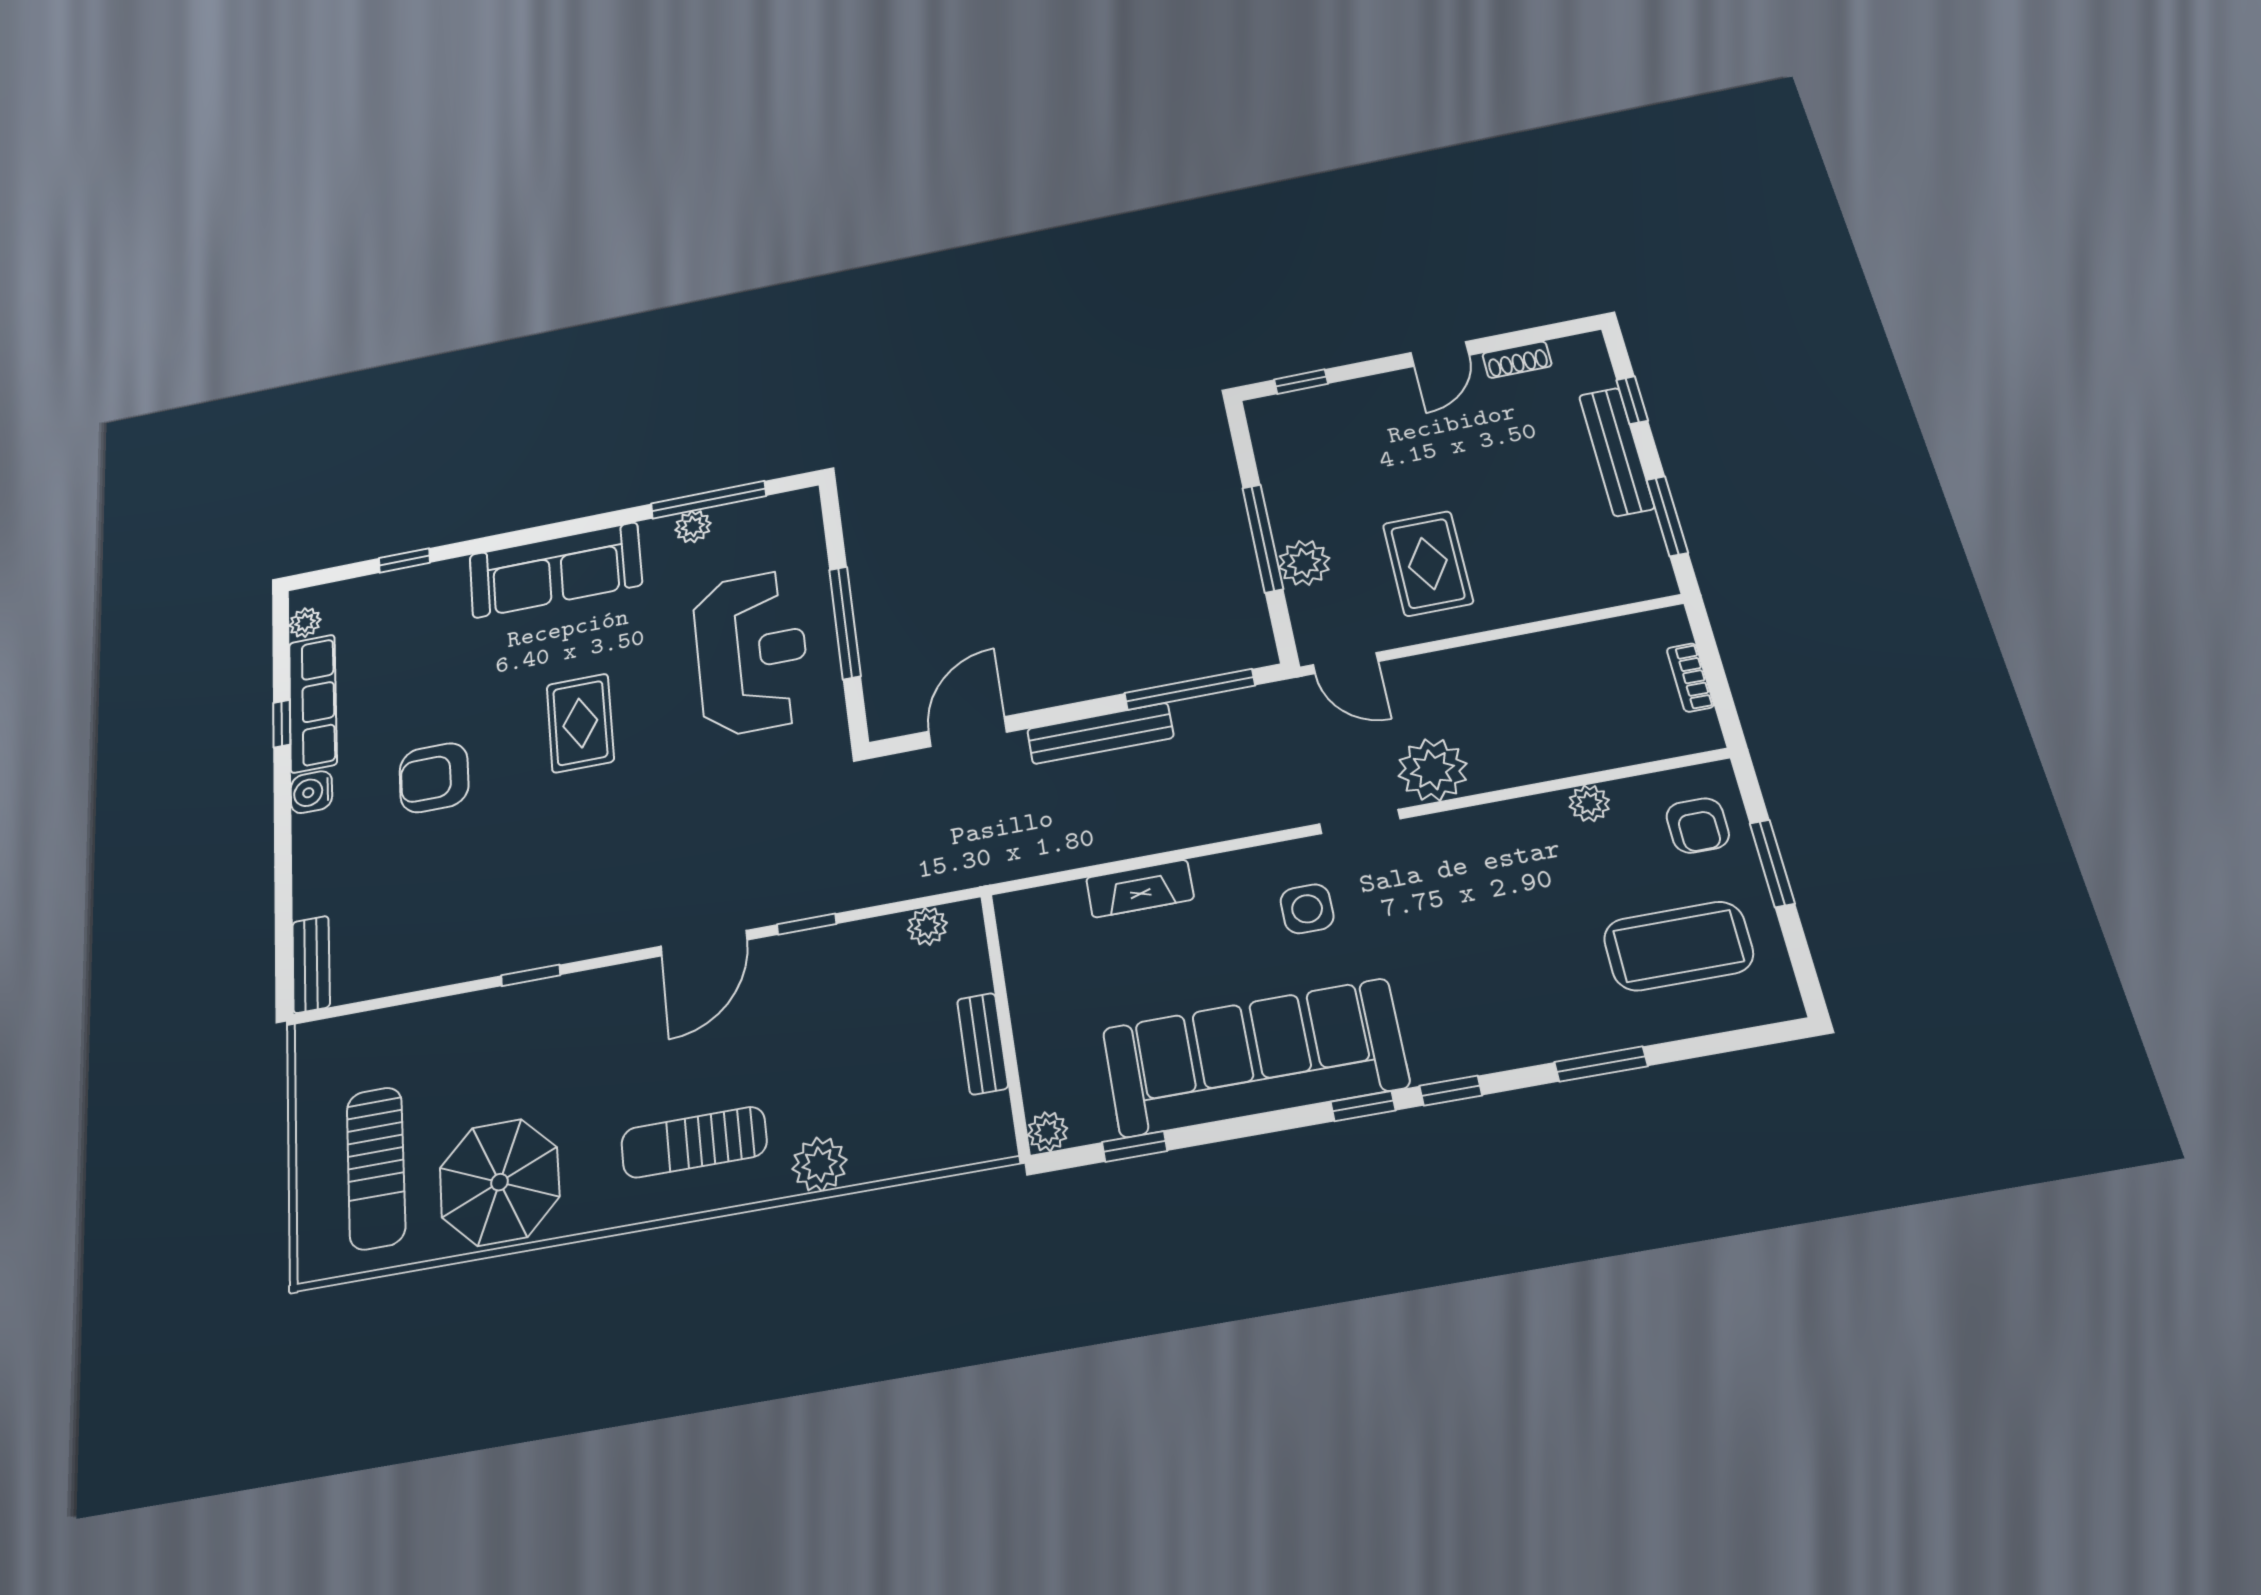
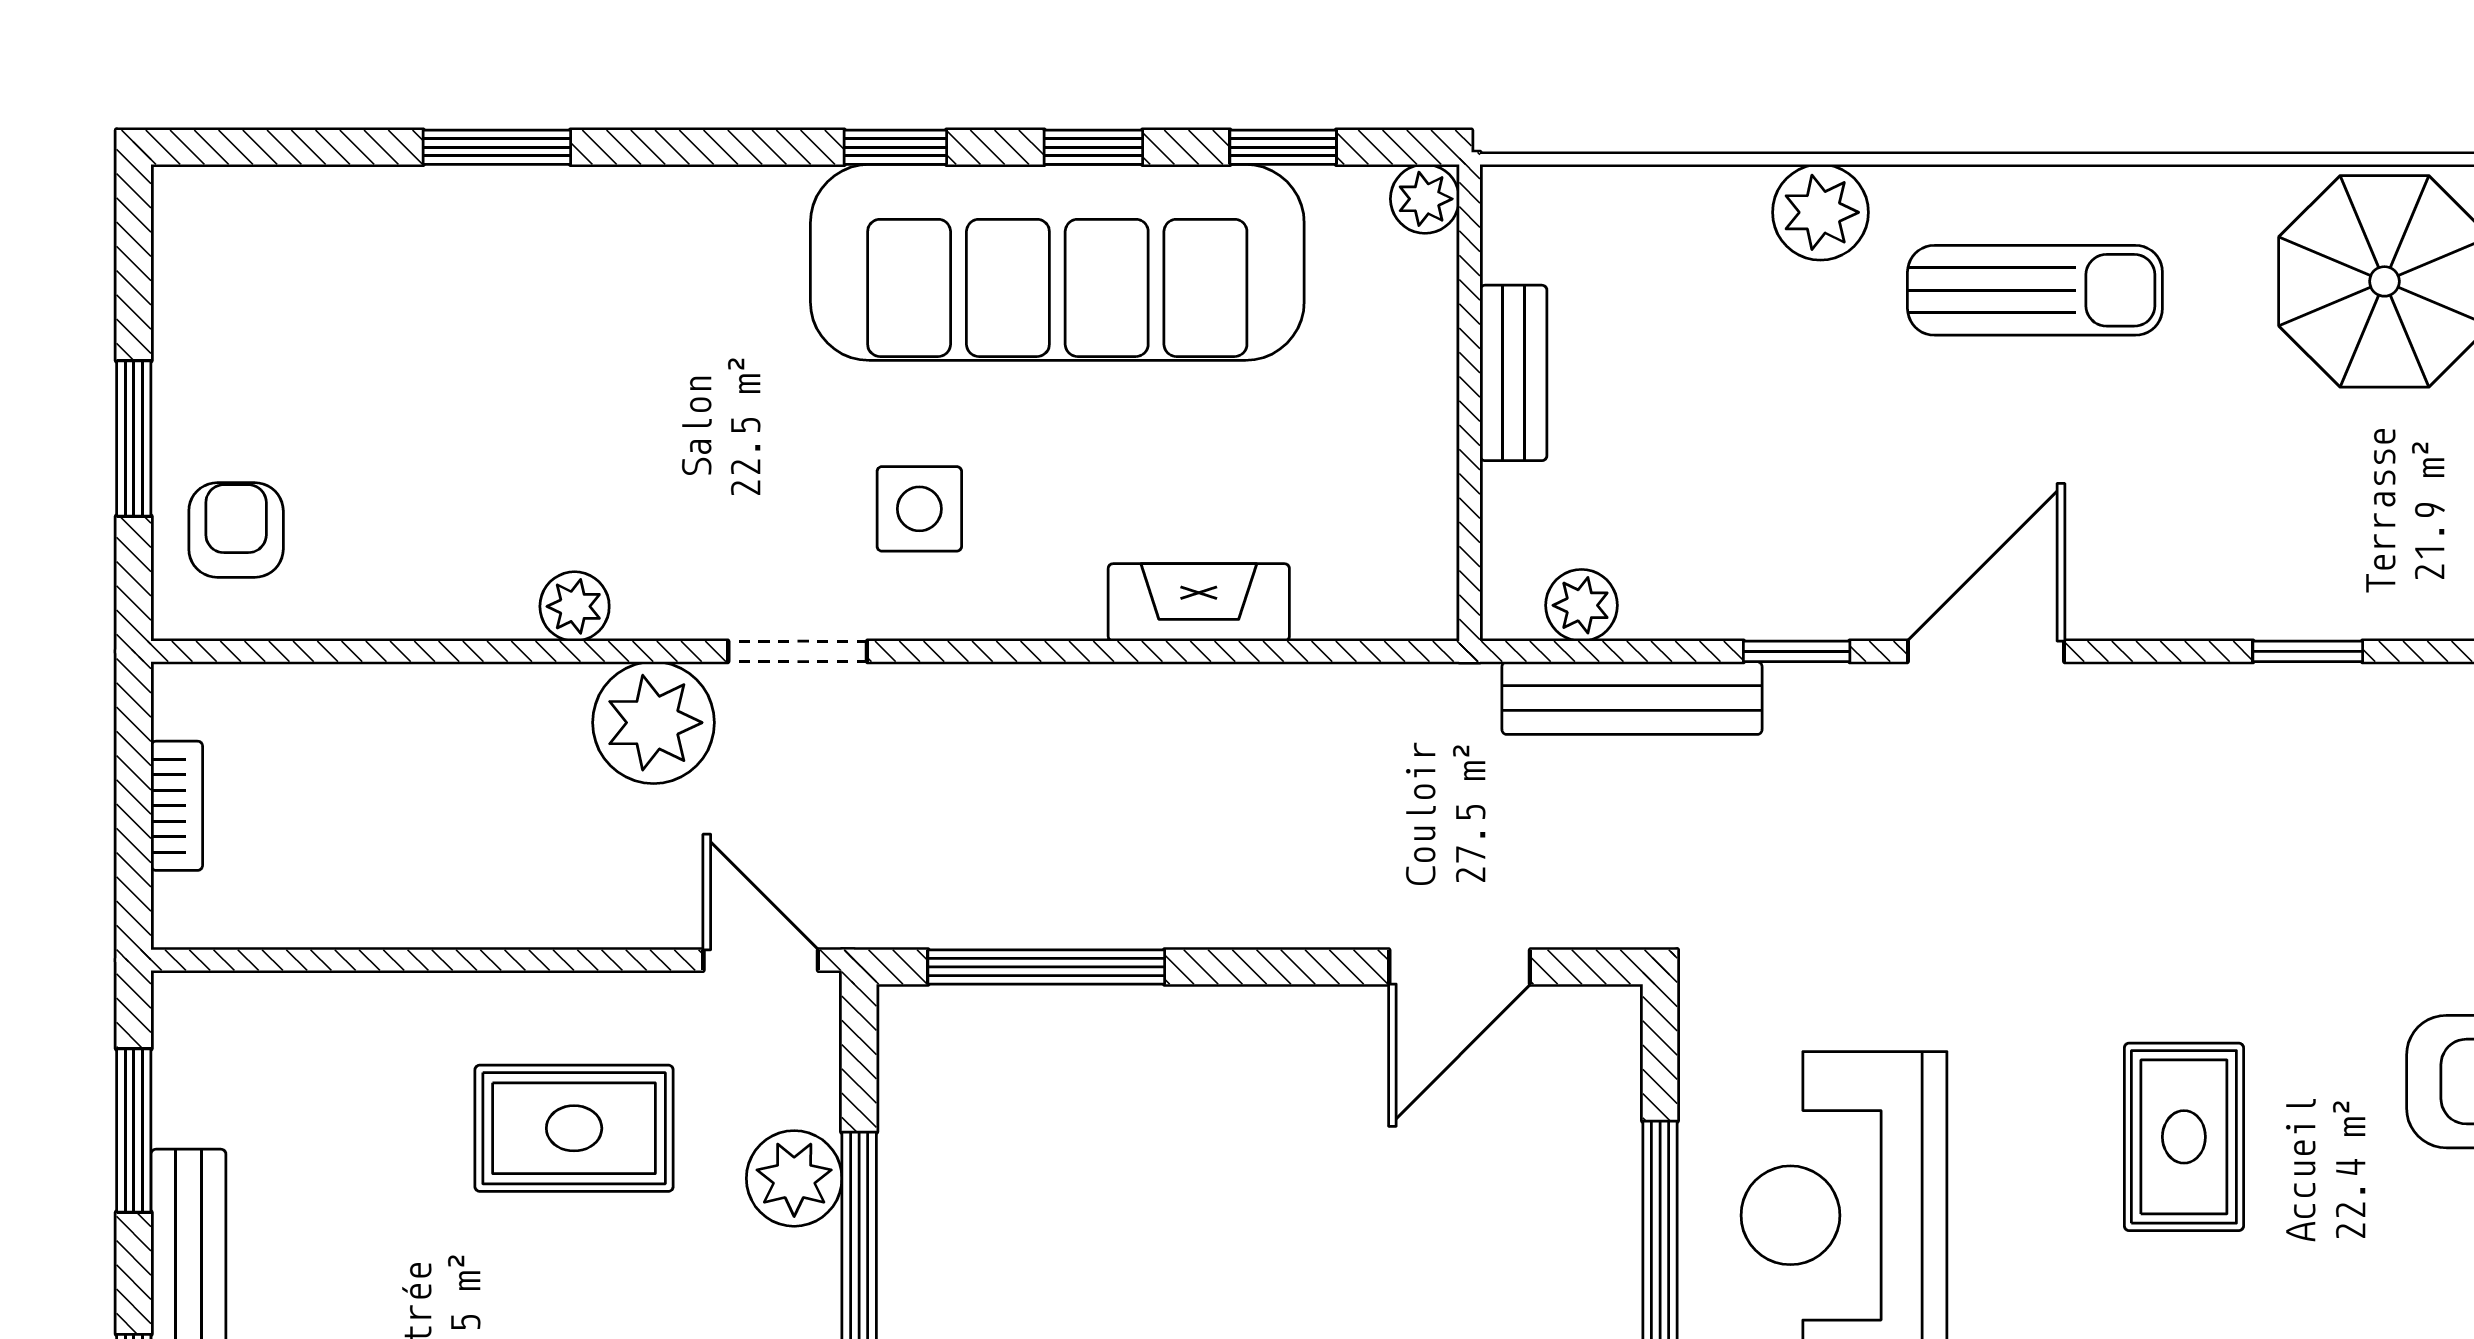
rug: (1428, 563) -> (574, 1128), turned 90
bench: (1100, 733) -> (1632, 698), moved
plant: (1589, 803) -> (575, 606), moved
coffee table: (1678, 946) -> (323, 324), removed
window: (1451, 1091) -> (1093, 147), moved

